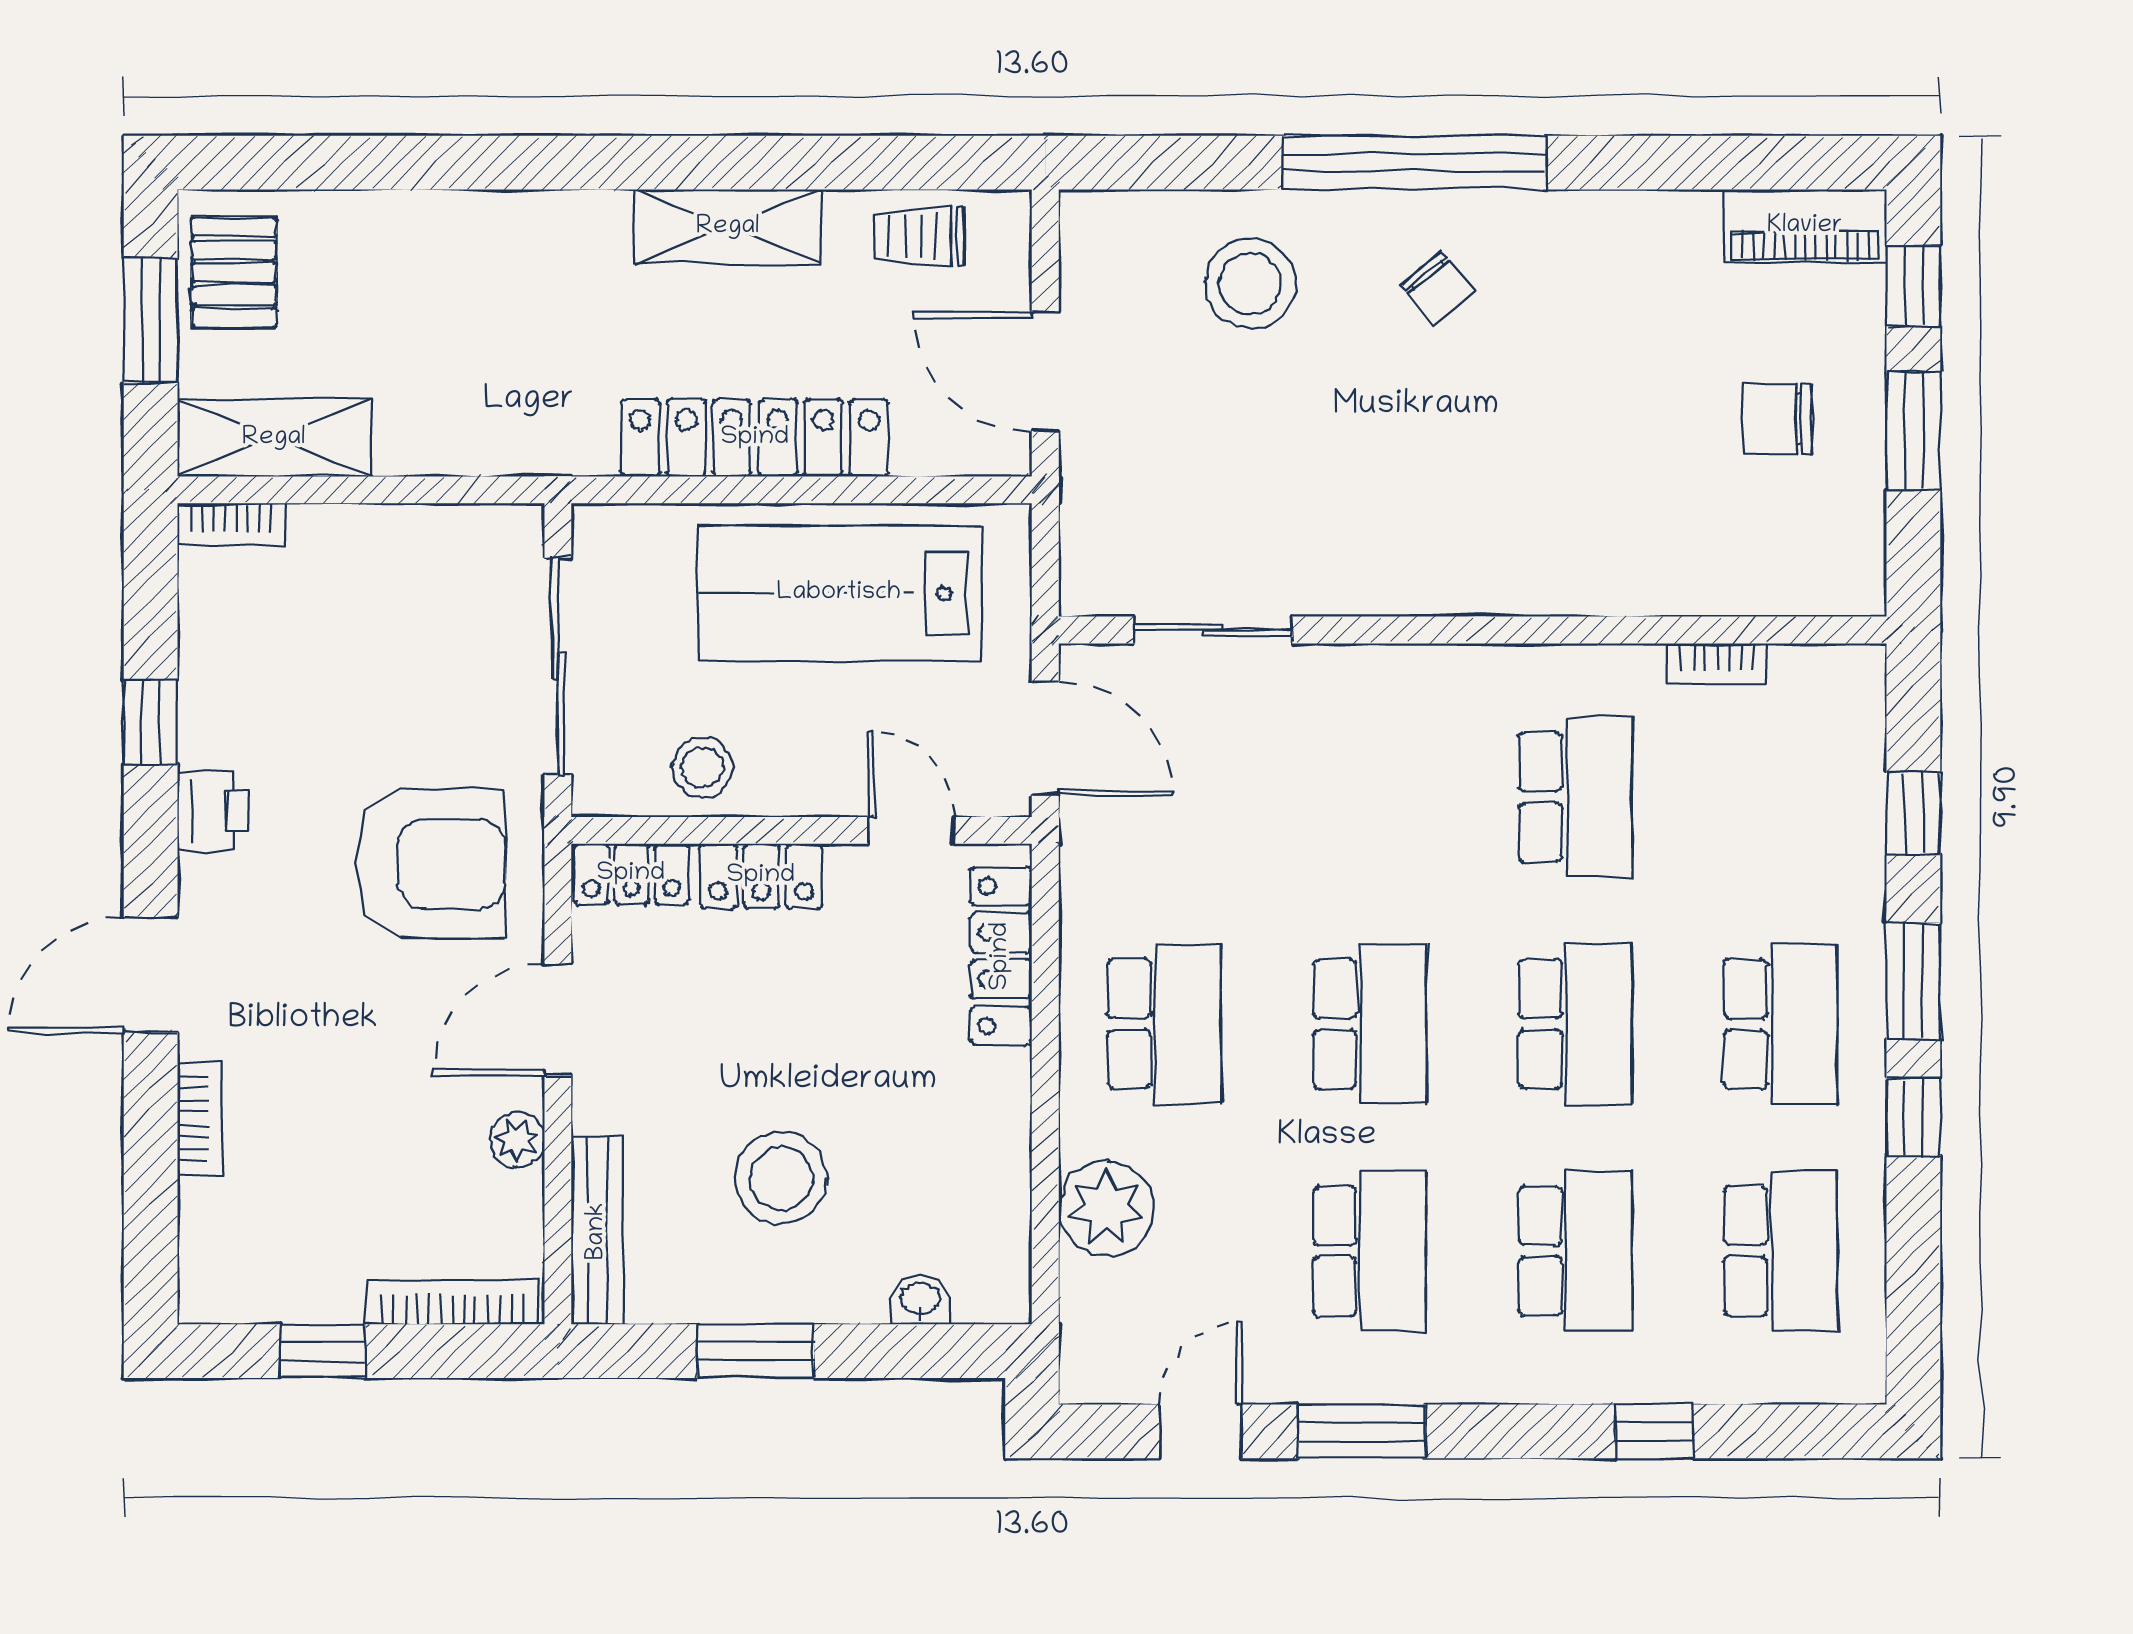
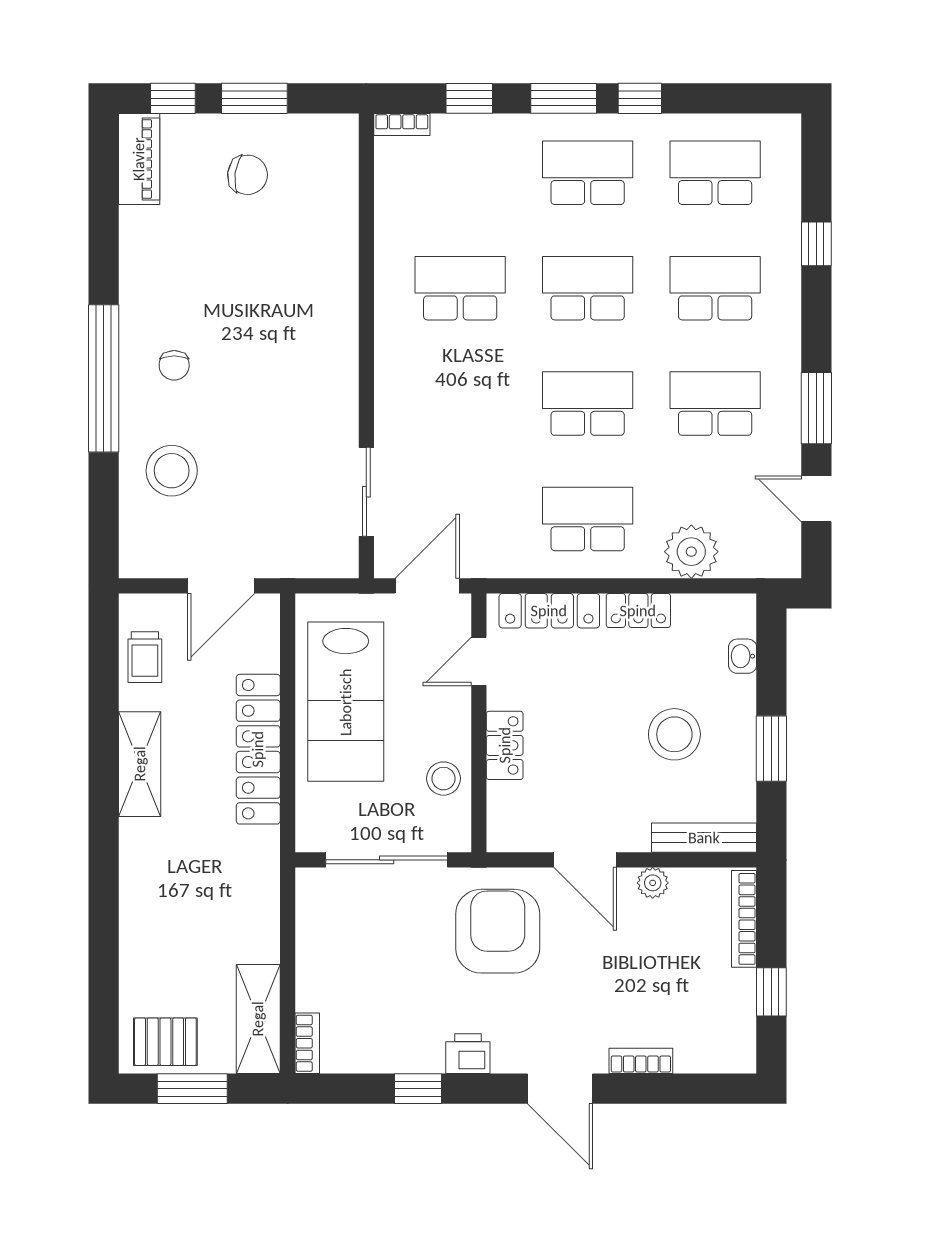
chair: (1438, 288) -> (174, 365), turned 129
chair: (1777, 419) -> (247, 175), turned -82
bookcase: (1717, 663) -> (402, 124), moved, turned 90
locker: (631, 874) -> (638, 611), moved, turned 90

